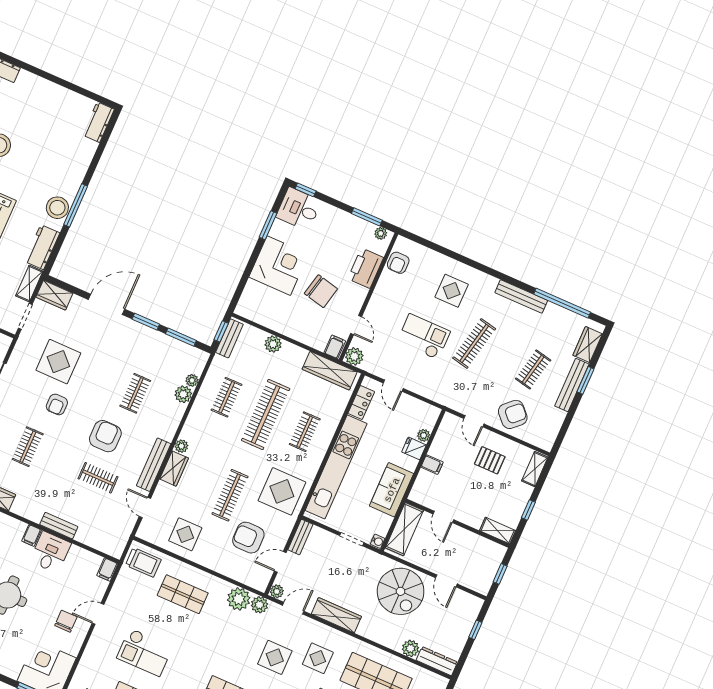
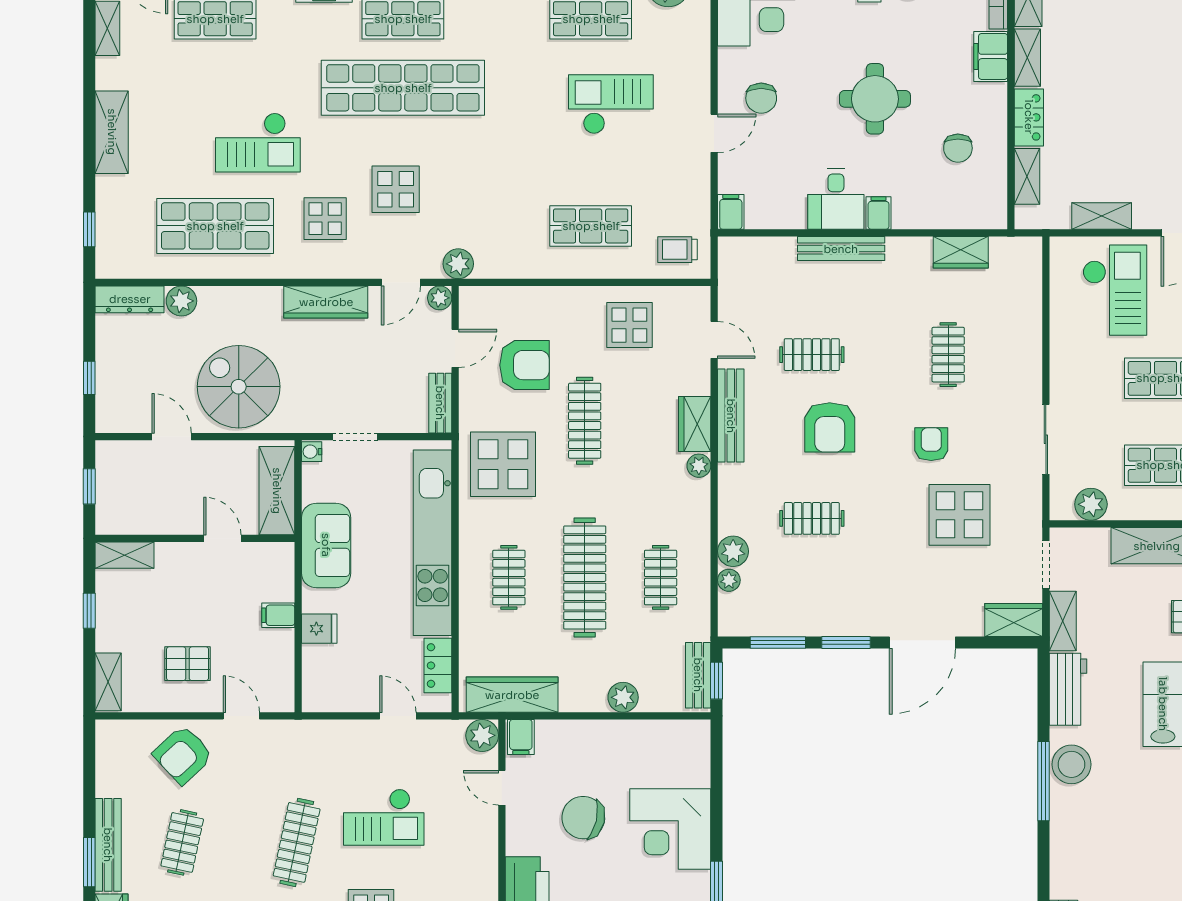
clothes rail: (135, 393) -> (812, 518), turned 90
plant: (424, 435) -> (313, 657), removed
bench: (59, 526) -> (841, 249), width x1.36
trolley: (143, 562) -> (678, 250), width x0.73, depth x0.72
plant: (239, 599) -> (496, 258), removed

